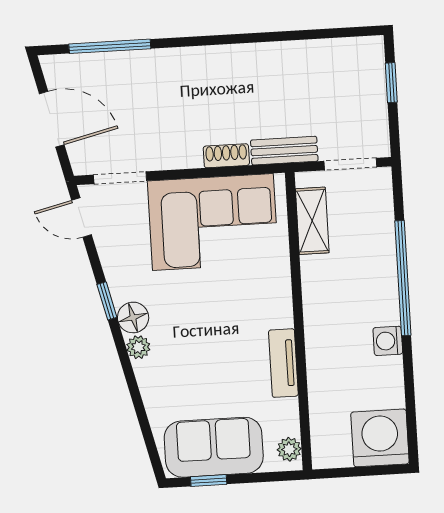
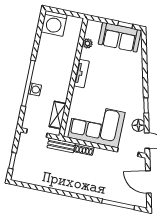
floor lamp: (133, 317) -> (138, 125), moved
washing machine: (388, 341) -> (35, 89), moved
plant: (138, 347) -> (139, 84), removed
tv unit: (283, 363) -> (82, 74), moved
plant: (289, 449) -> (87, 43), moved

